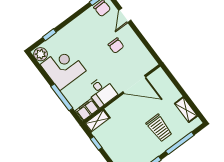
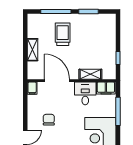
filing cabinet: (151, 62) -> (32, 88), added
shelving: (186, 110) -> (32, 50), moved
shelving: (97, 121) -> (90, 74), moved

